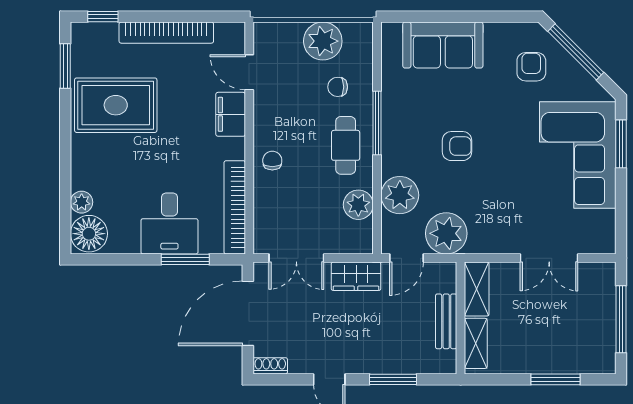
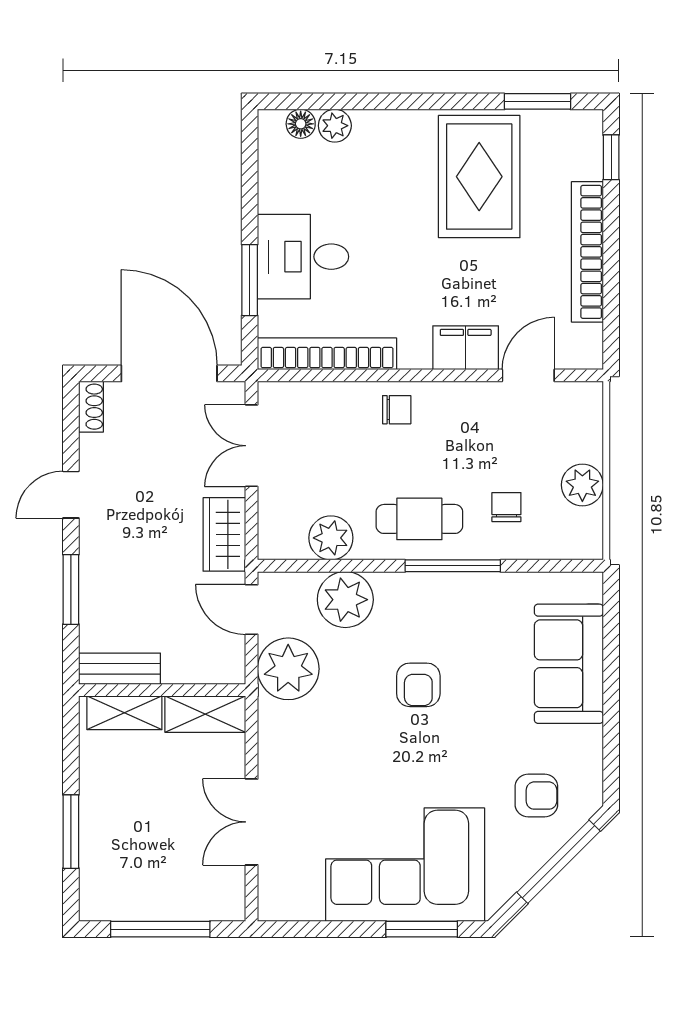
plant: (323, 41) -> (582, 485), width x0.73, depth x0.73
floor lamp: (89, 234) -> (301, 124), width x0.53, depth x0.53
bench: (446, 321) -> (120, 669), moved

